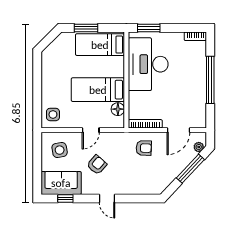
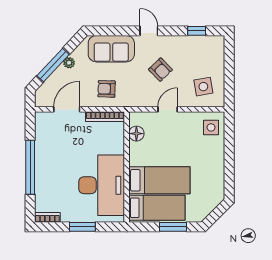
window: (149, 28) -> (82, 227), moved
bed: (98, 90) -> (159, 180), moved
plant: (199, 147) -> (69, 63), moved
armchair: (97, 165) -> (160, 70), turned -85
sofa: (61, 183) -> (111, 49), moved

